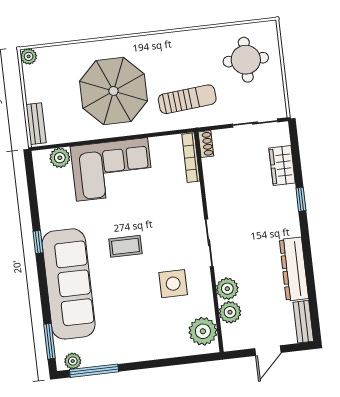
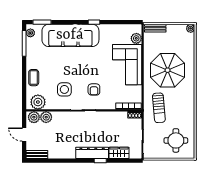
armchair: (167, 227) -> (94, 89), added
coffee table: (125, 246) -> (34, 78), moved
dresser: (294, 269) -> (92, 153), moved
plant: (227, 289) -> (34, 117), moved

